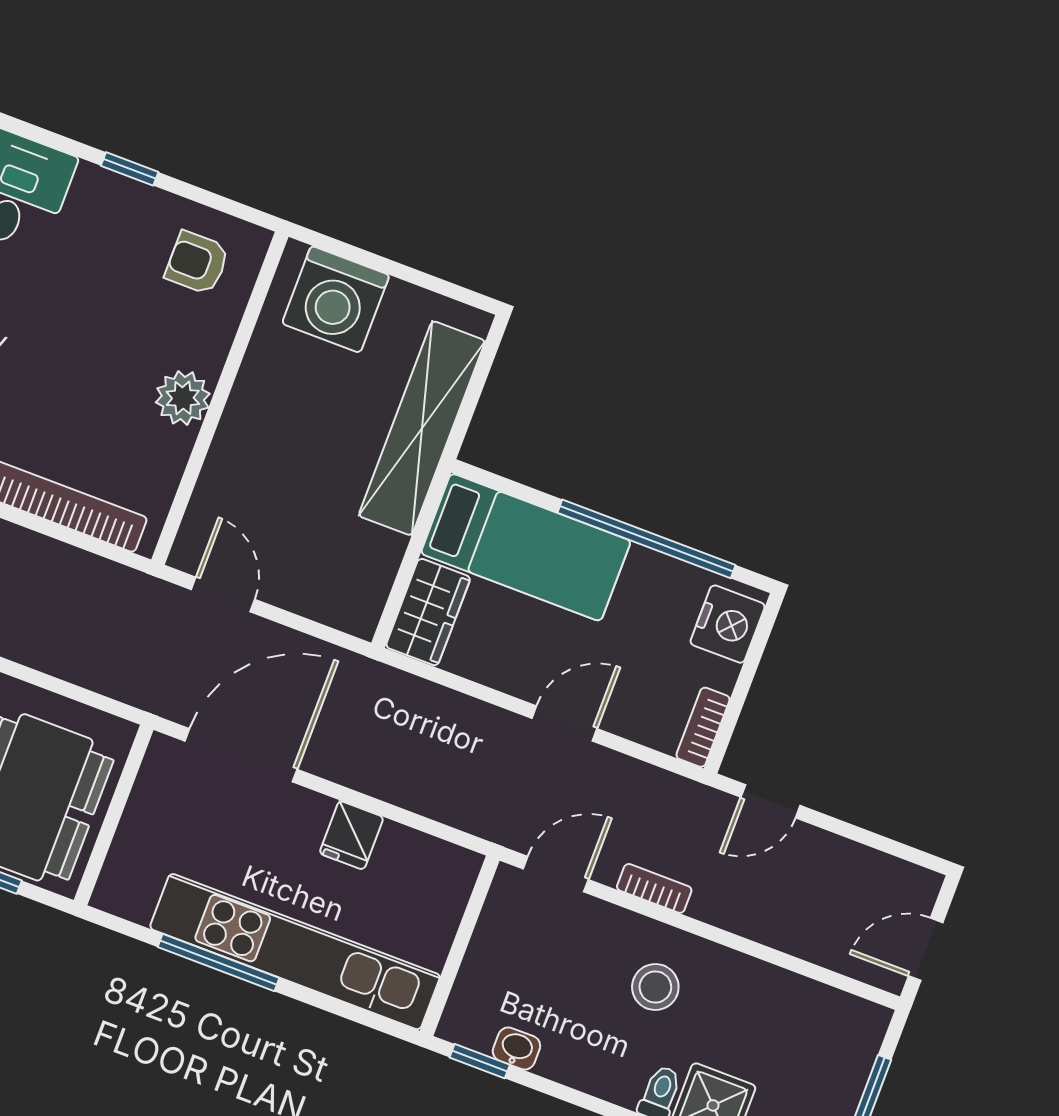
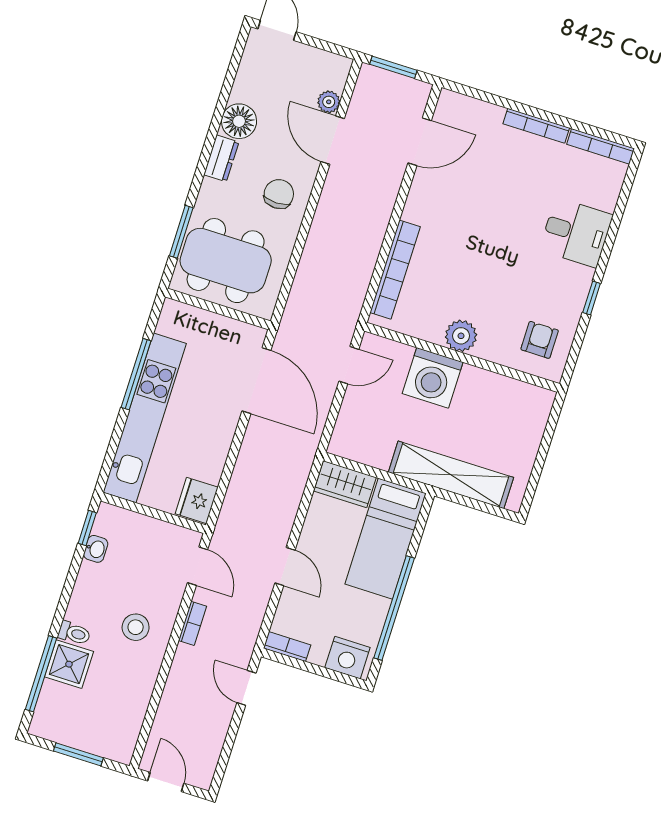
washing machine: (336, 299) -> (433, 378), moved, turned -90
fridge: (351, 835) -> (197, 500), moved, width x1.38

